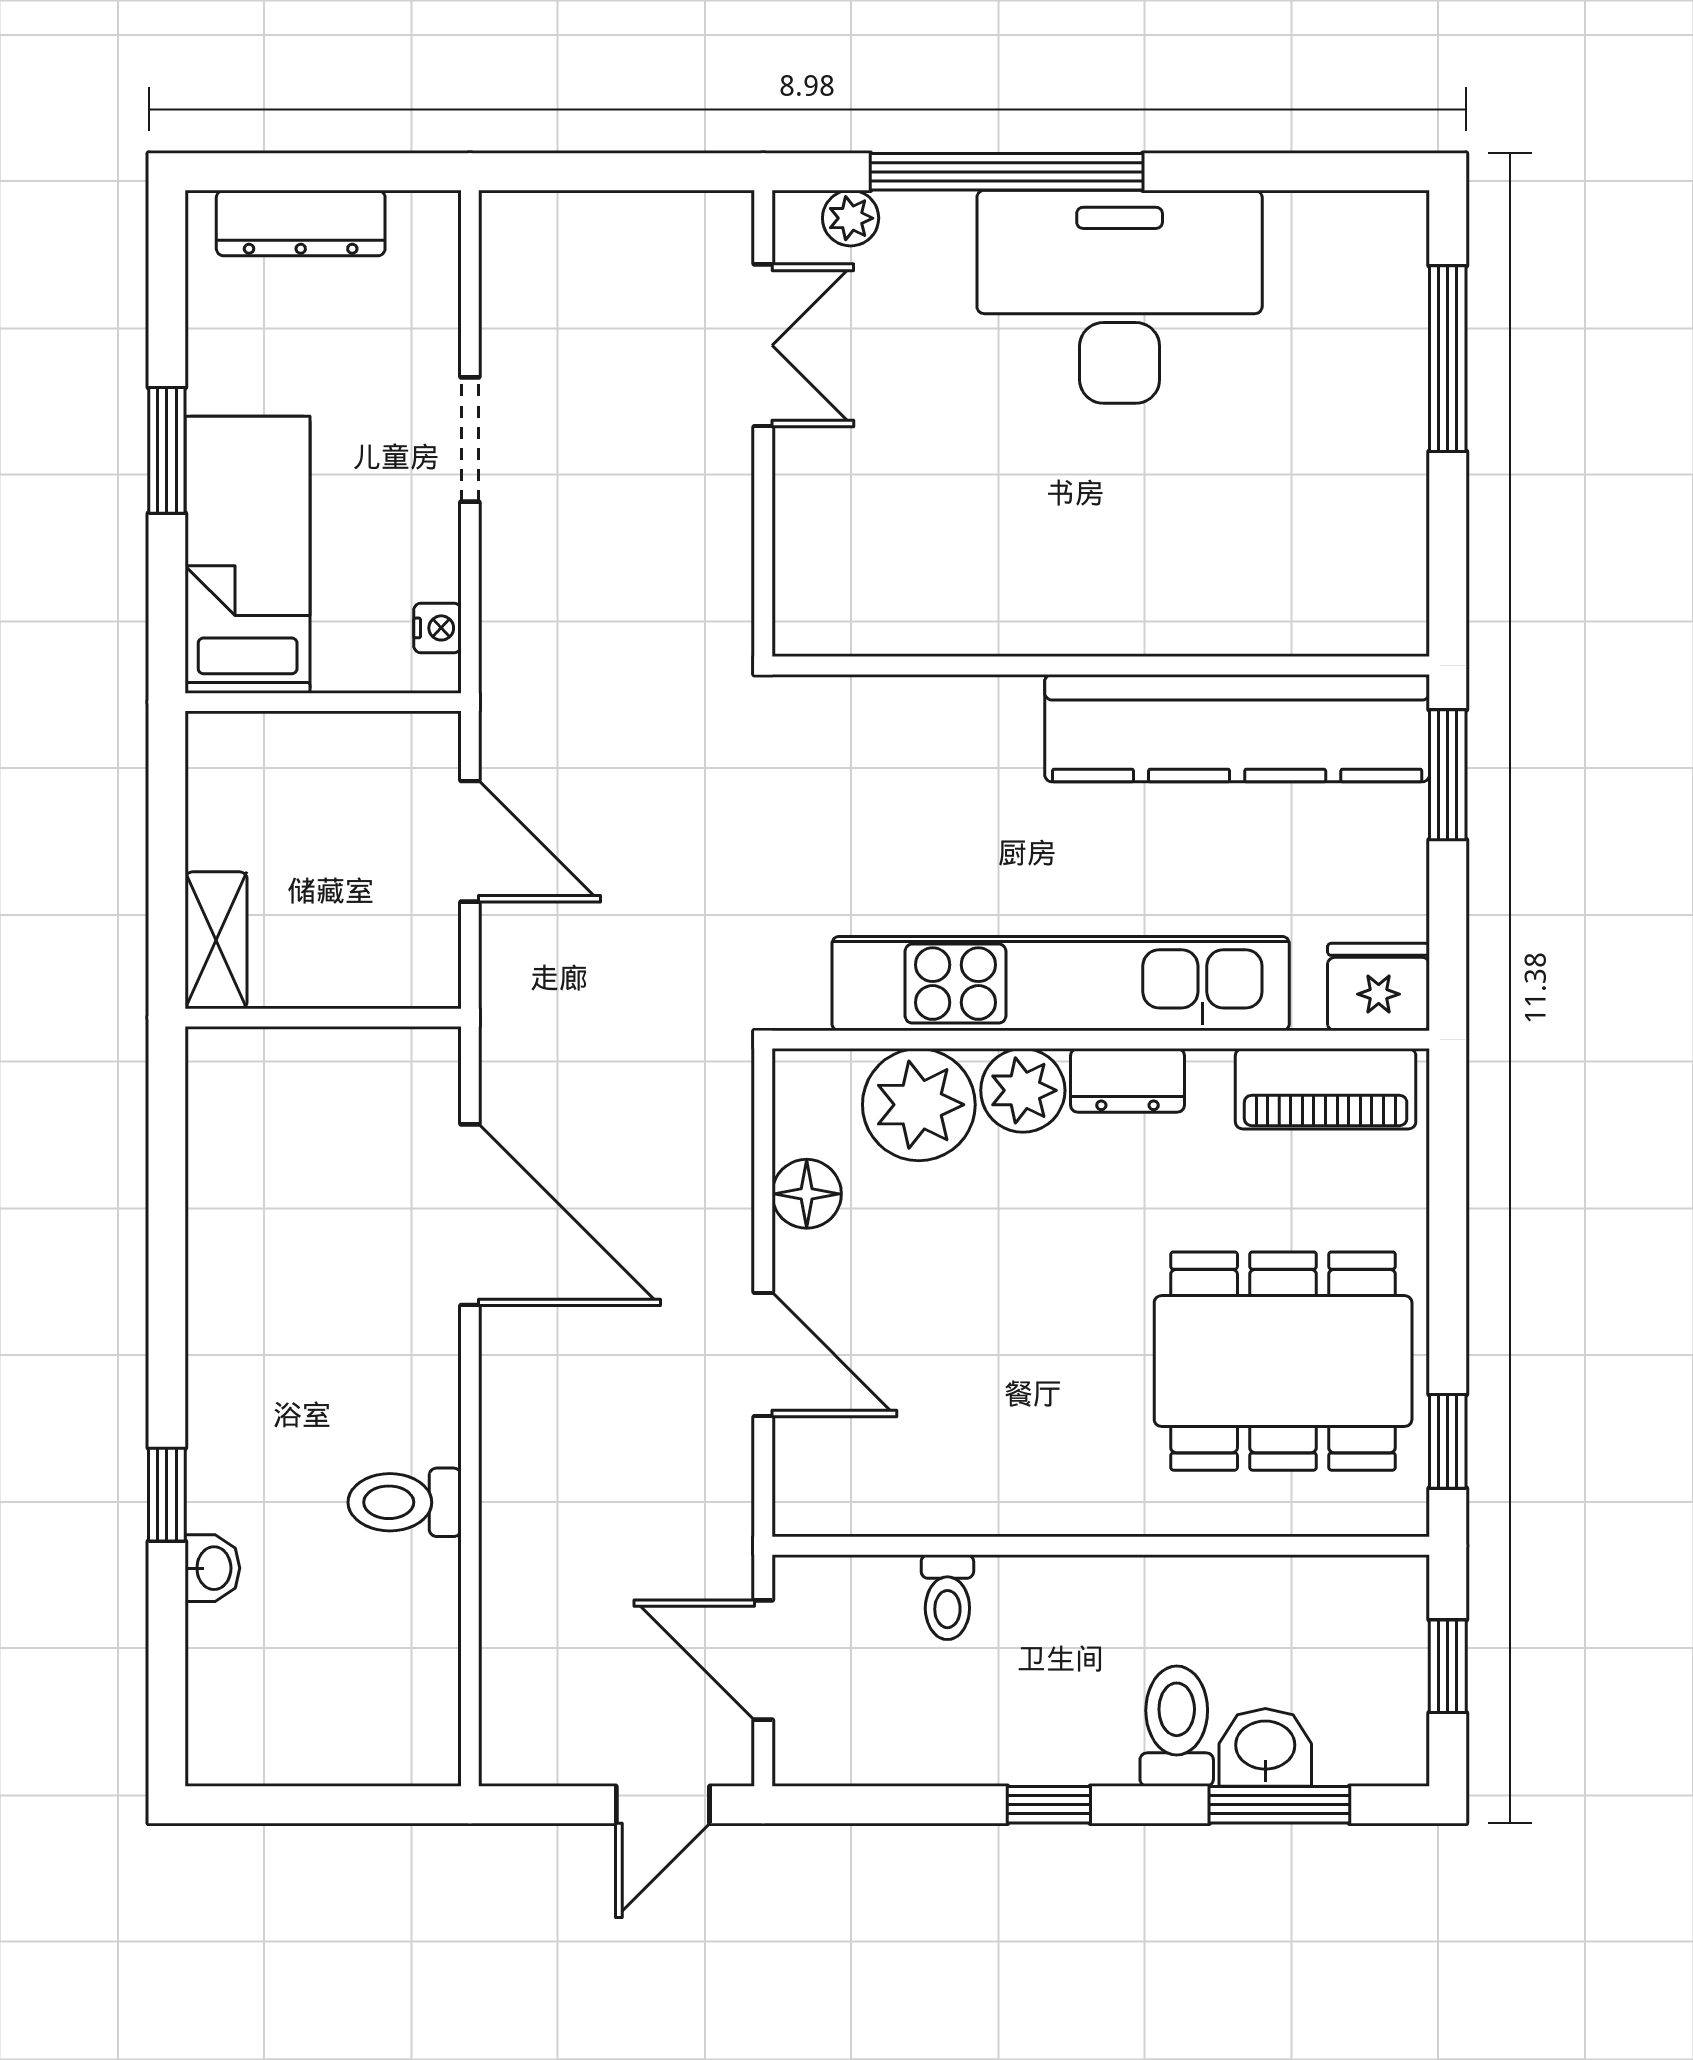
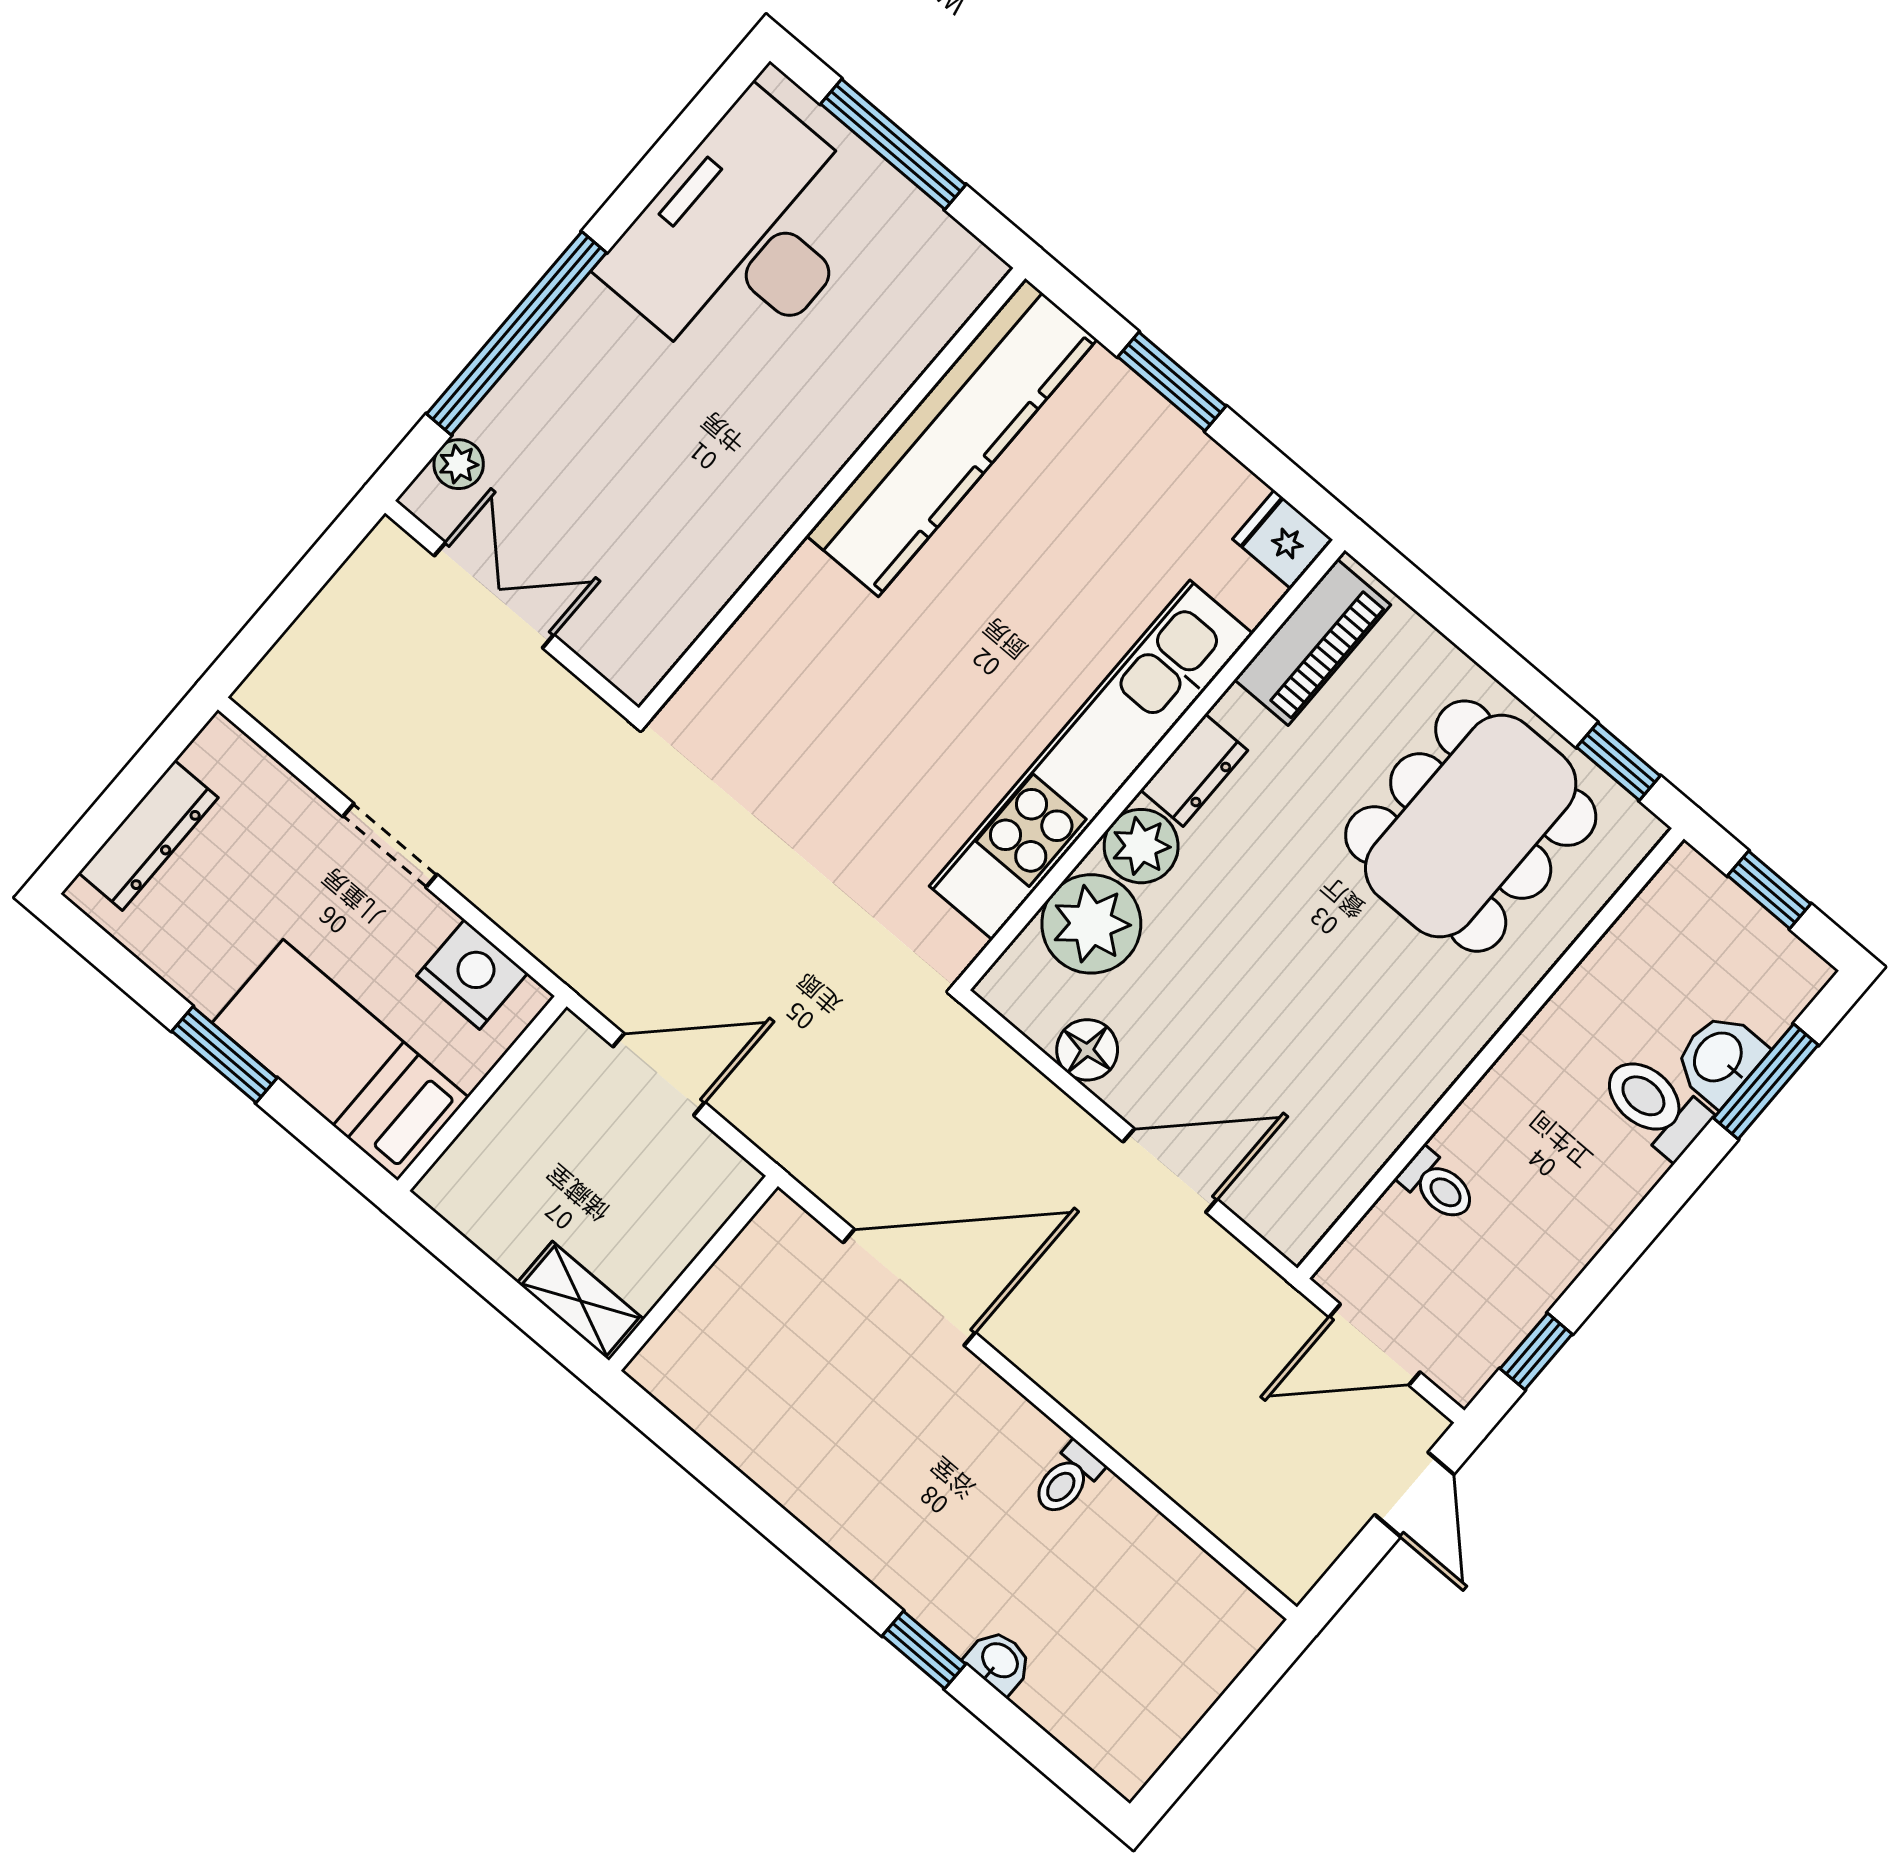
desk: (1120, 297) -> (743, 237), moved
nightstand: (437, 628) -> (472, 974), width x1.89, depth x1.79
wall: (1101, 665) -> (832, 493), moved
kitchen counter: (1237, 728) -> (952, 437), moved
fridge: (1379, 987) -> (1283, 539), width x0.72
toilet: (405, 1502) -> (1067, 1479), width x0.73, depth x0.72
window: (1049, 1805) -> (1536, 1351), moved

